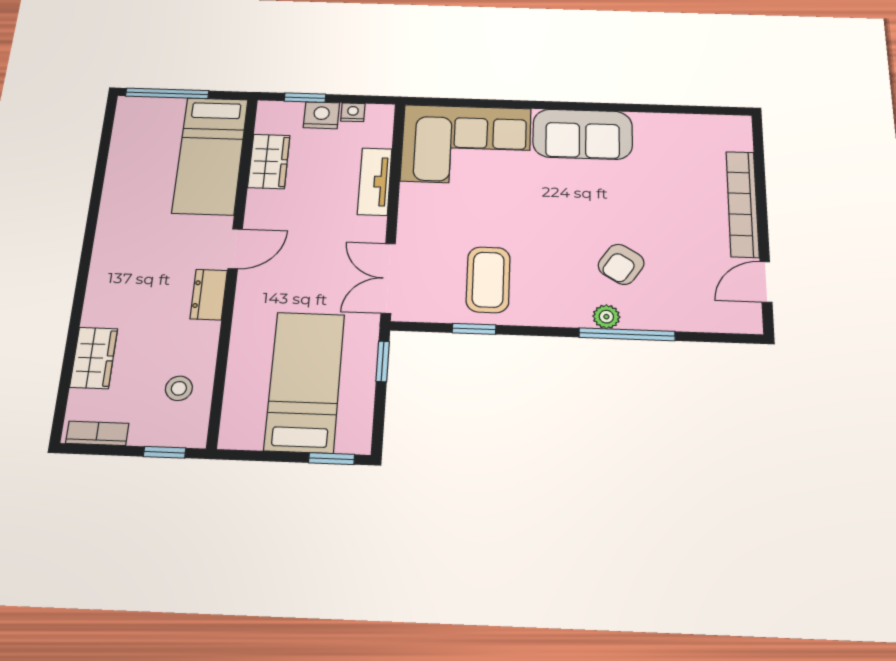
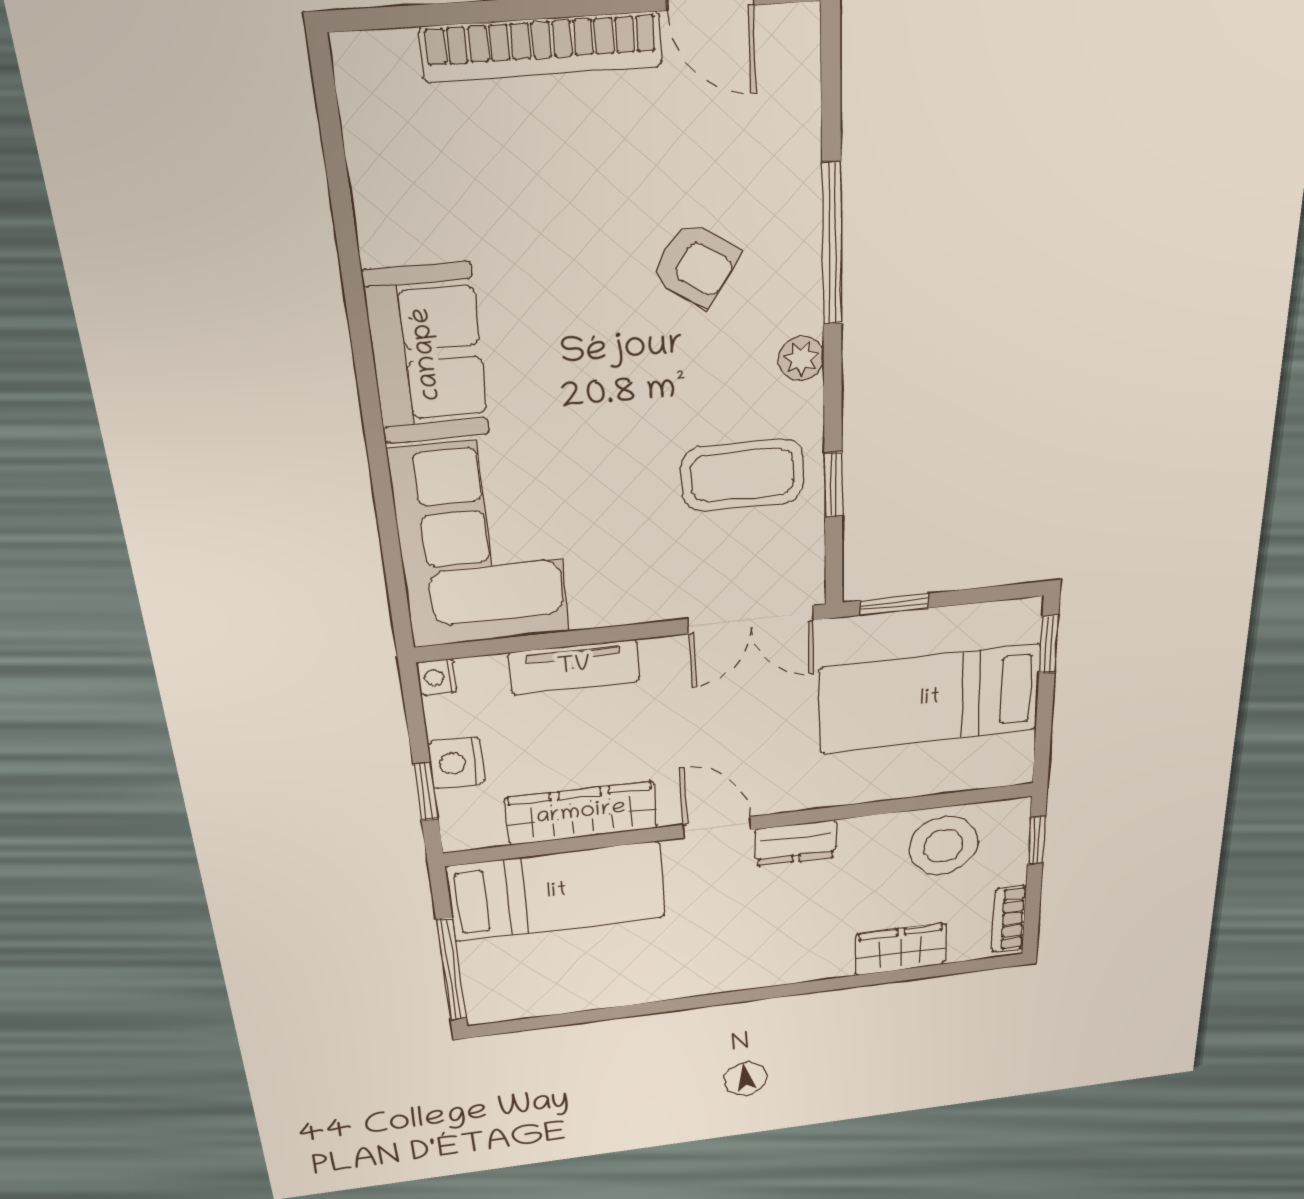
nightstand: (353, 112) -> (437, 677), moved
wardrobe: (269, 161) -> (581, 813), width x1.50
plant: (606, 317) -> (801, 359), moved
stool: (179, 388) -> (943, 846), width x1.89, depth x1.89

